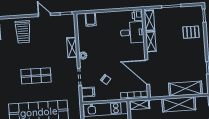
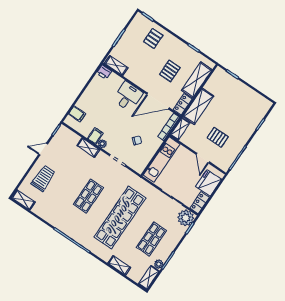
trolley: (23, 32) -> (43, 178), turned -90
desk: (132, 32) -> (128, 96), moved
shelving: (151, 42) -> (135, 78), removed
pallet: (177, 63) -> (170, 71), added
filing cabinet: (88, 92) -> (95, 136), moved
locker: (159, 92) -> (183, 104), added
shelving: (179, 104) -> (198, 106), moved

